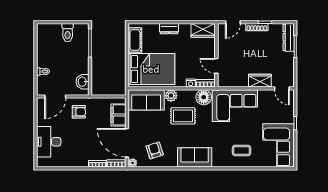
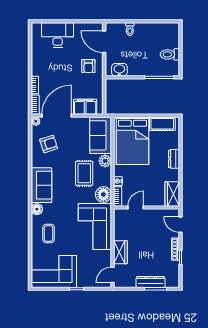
dresser: (289, 37) -> (150, 282), moved
floor lamp: (218, 162) -> (37, 209), added

